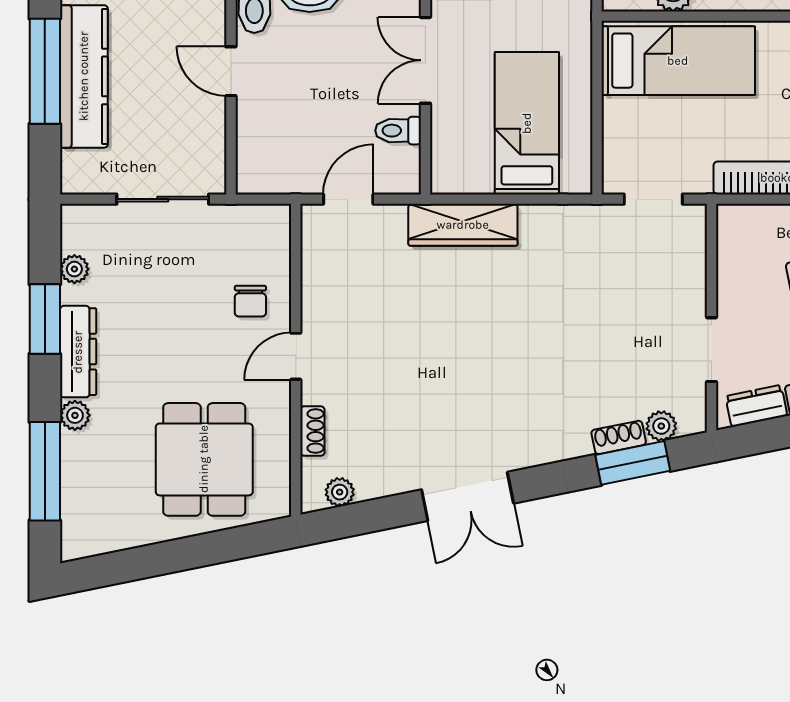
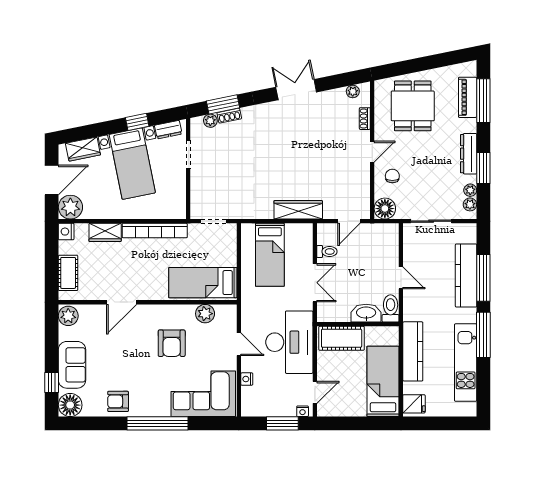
floor lamp: (267, 228) -> (385, 209), added
plant: (75, 415) -> (470, 204), moved
piano: (80, 479) -> (468, 97), added

